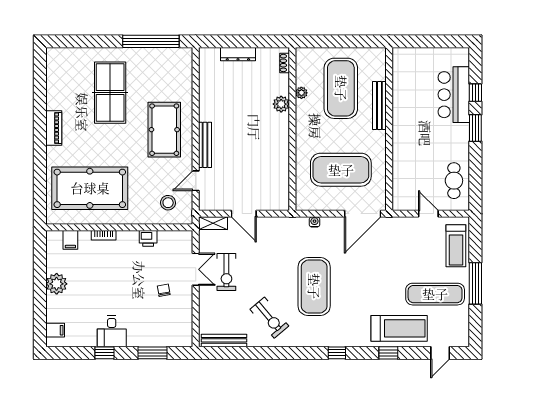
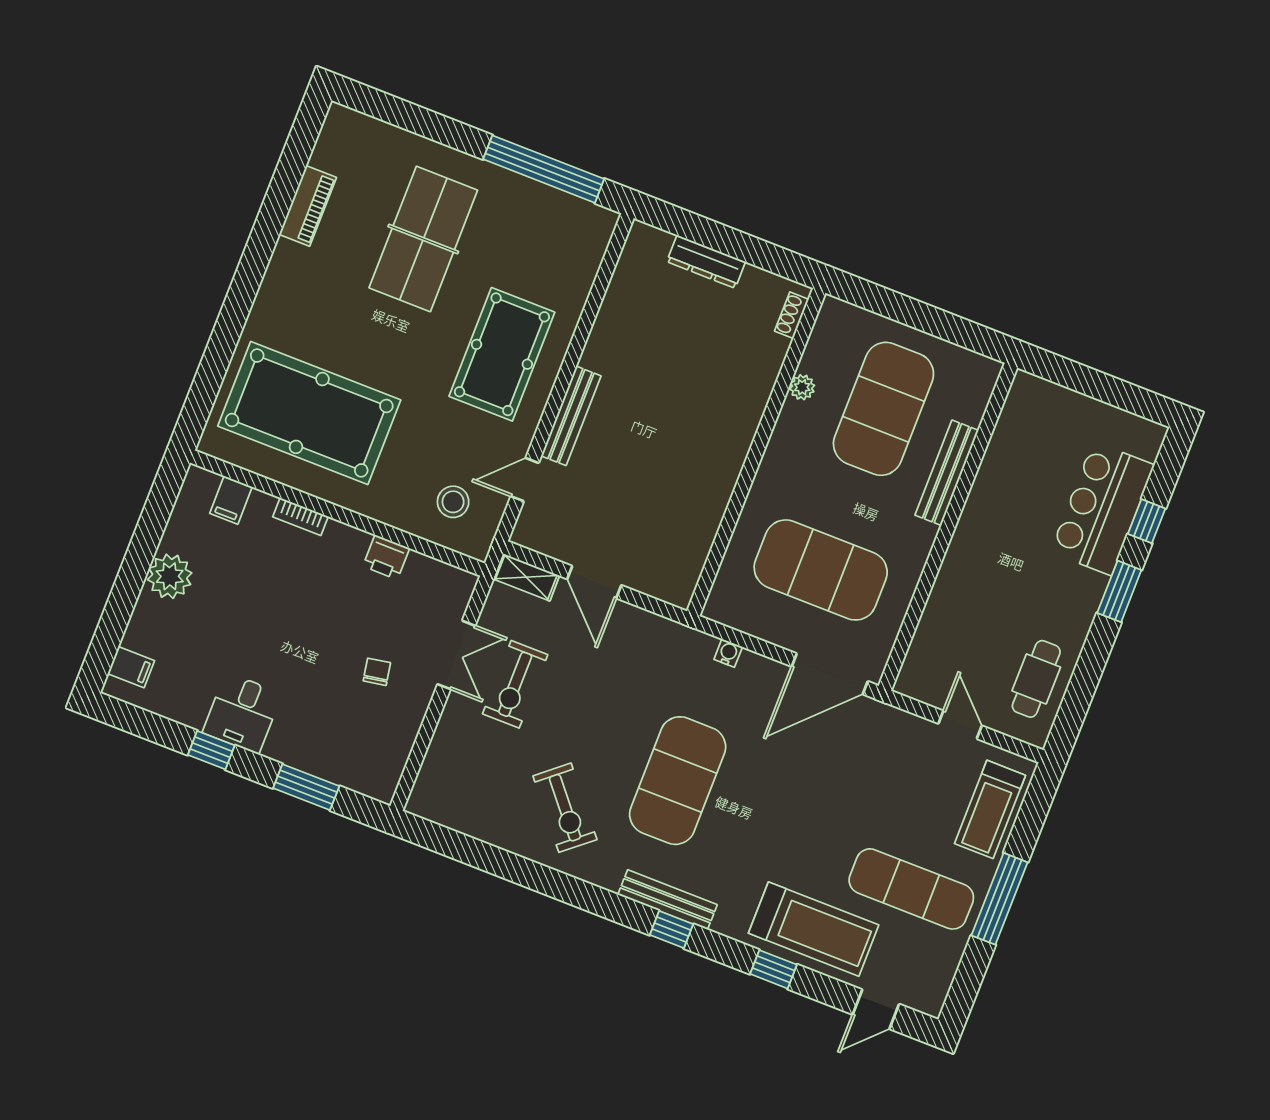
plant: (281, 104) -> (753, 394), removed
piano: (54, 128) -> (308, 206), moved
bench: (224, 340) -> (668, 900), moved

